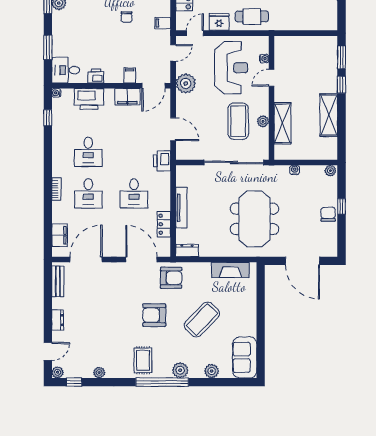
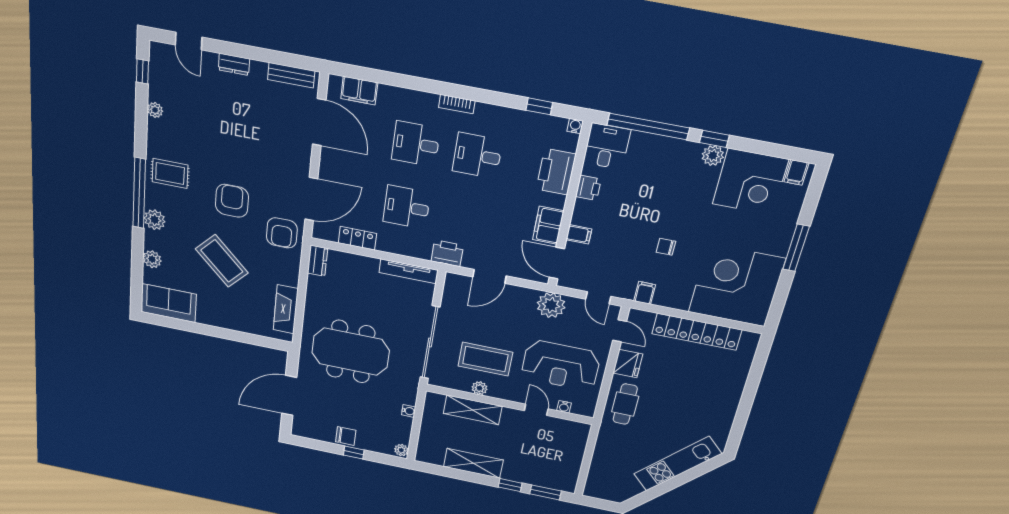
window: (48, 47) -> (648, 127), width x2.11
bookcase: (56, 189) -> (457, 104), moved
tv unit: (181, 208) -> (408, 271), moved
plant: (58, 372) -> (157, 50), removed

